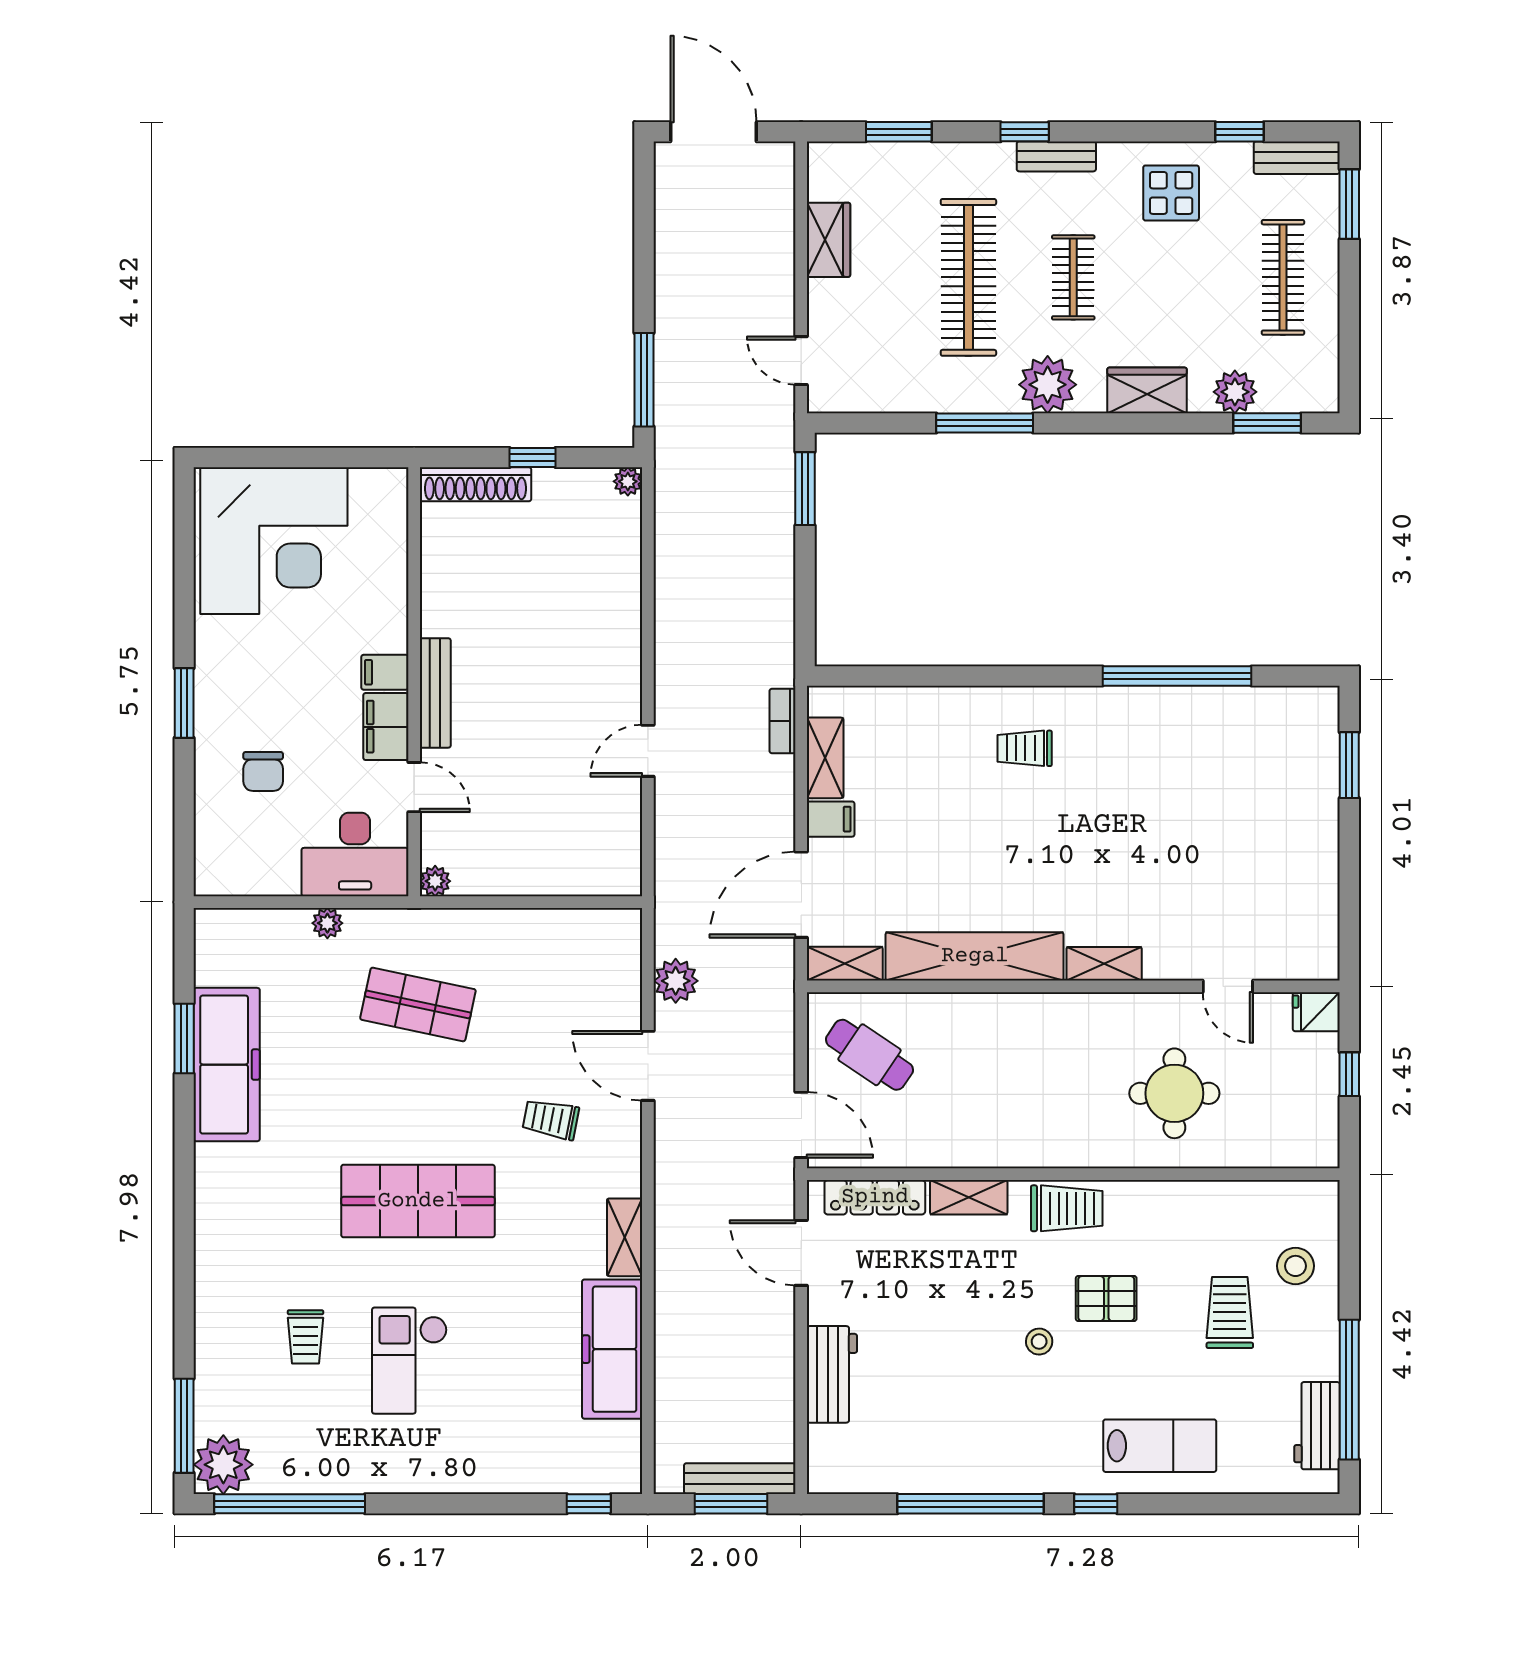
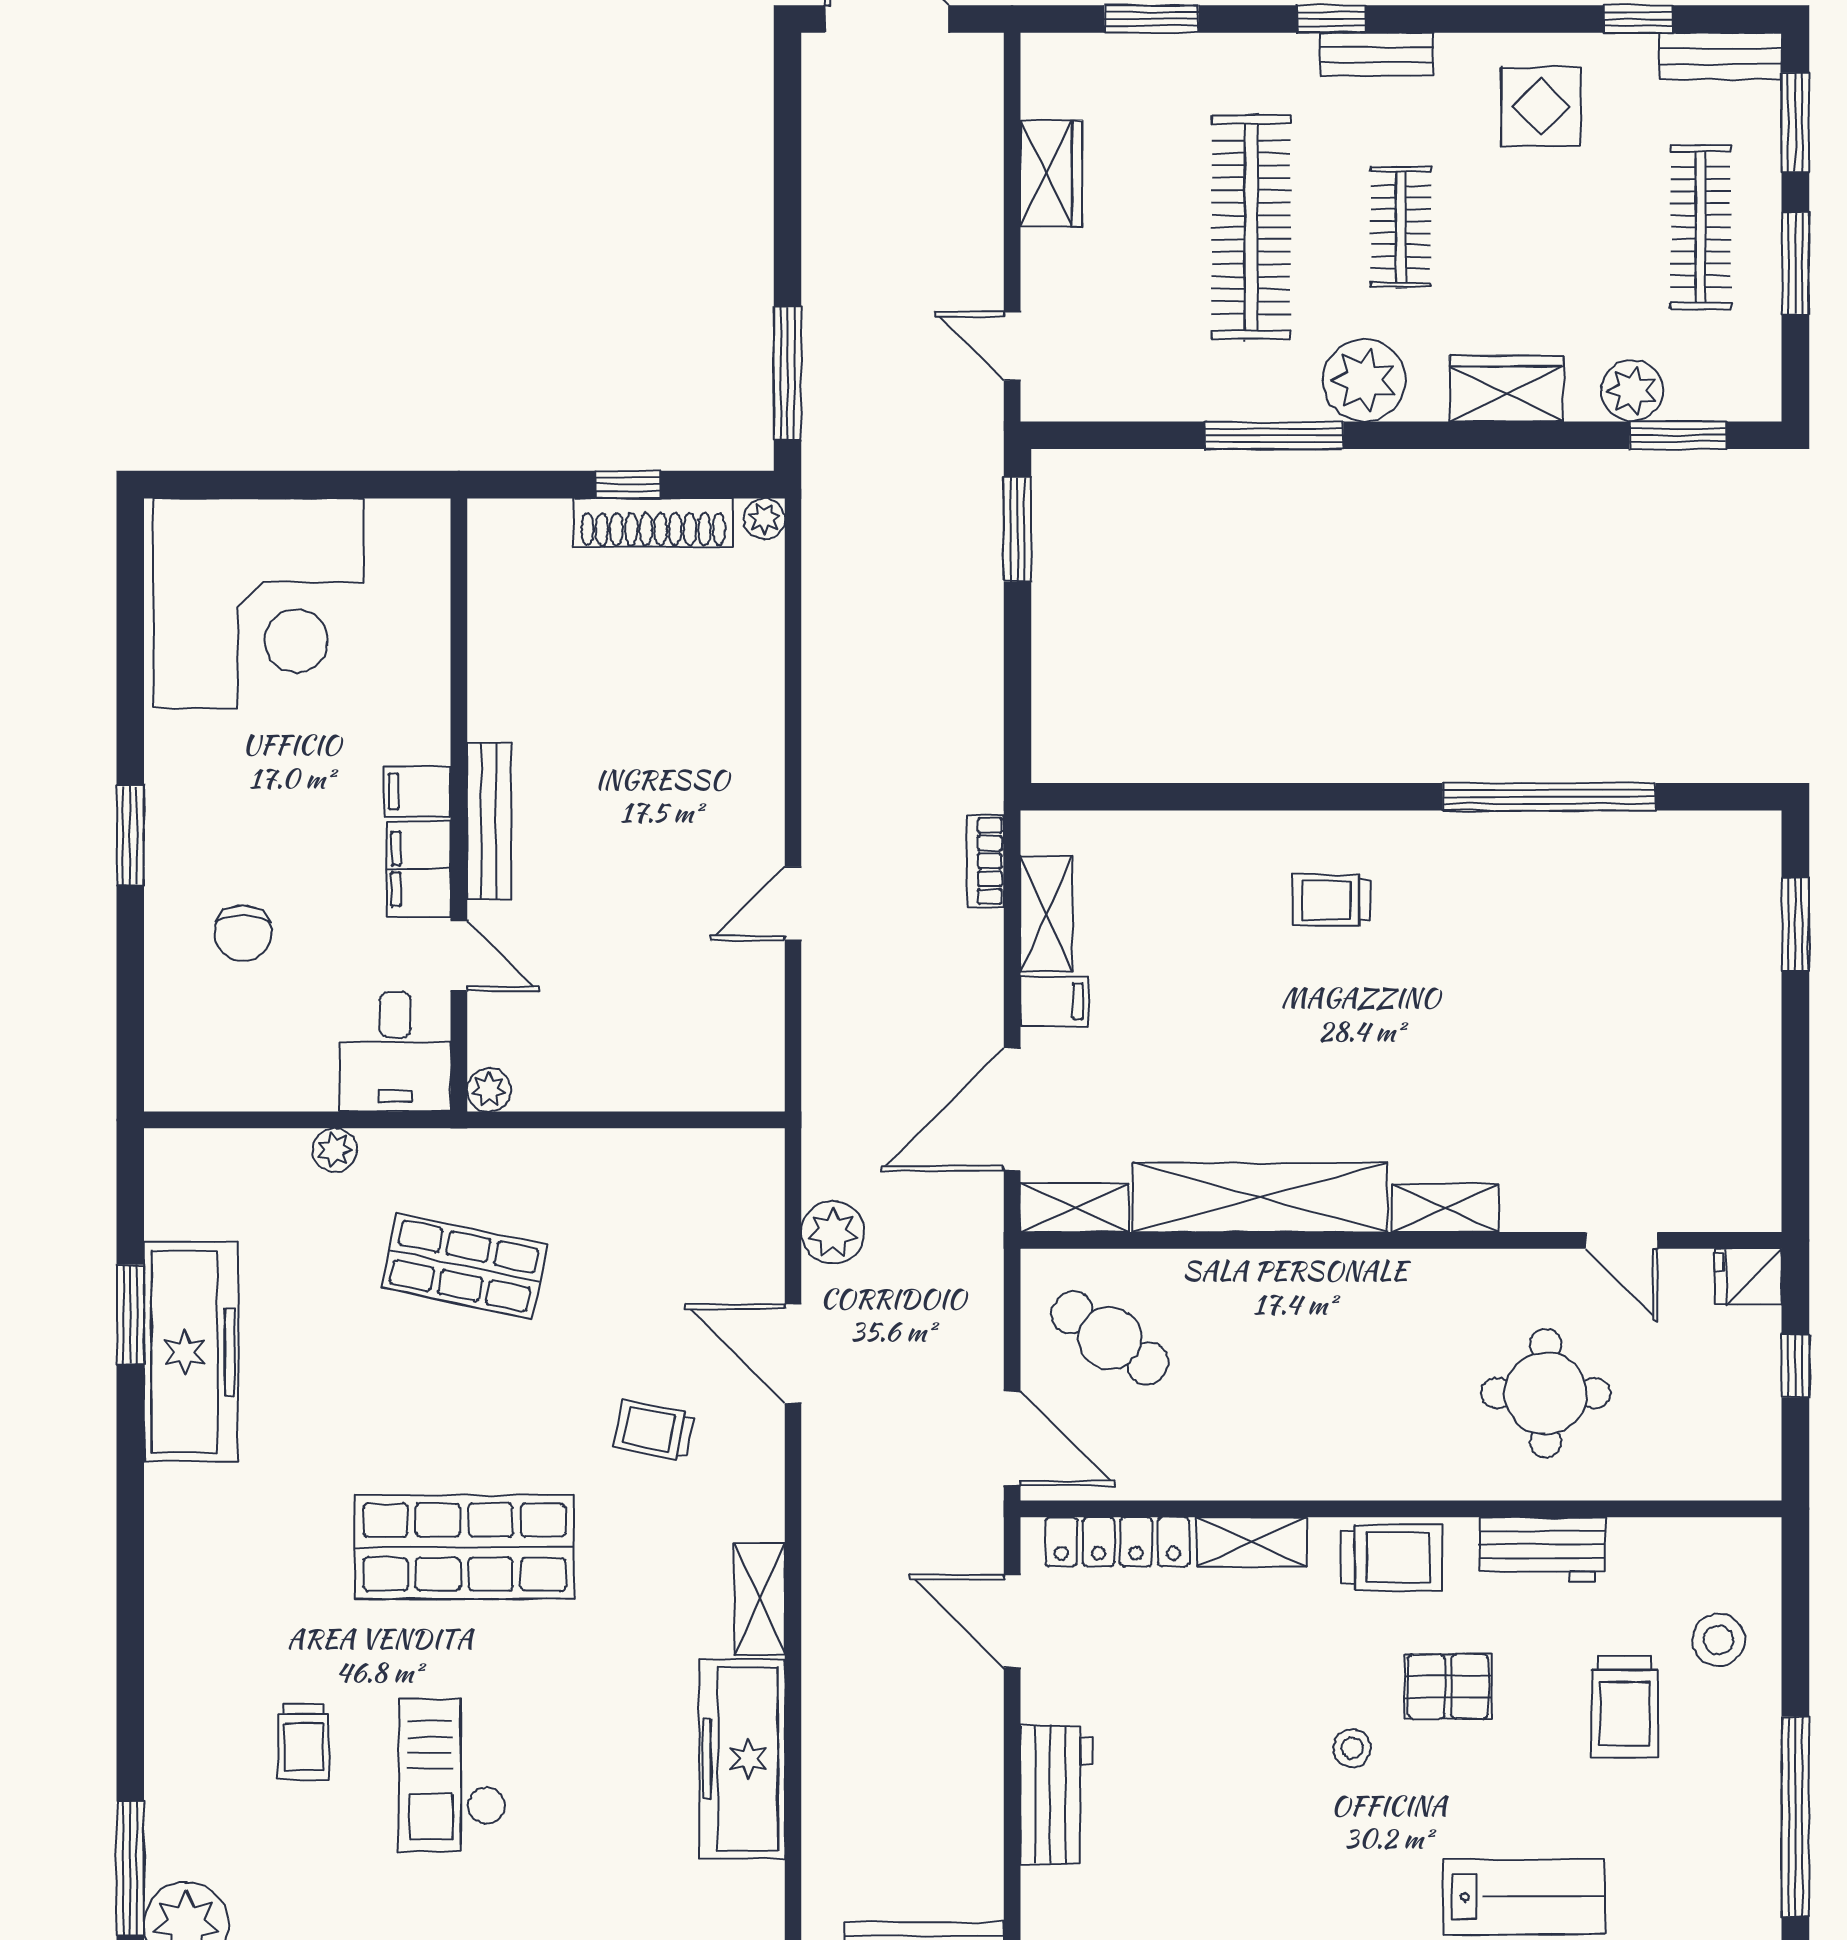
window: (1349, 303) -> (1795, 263), added
shoe rack: (475, 484) -> (653, 523), moved
desk: (355, 854) -> (395, 1052), width x0.73
trolley: (1230, 1312) -> (1625, 1706), turned 180
workbench: (1317, 1426) -> (1542, 1549), moved, turned -90

